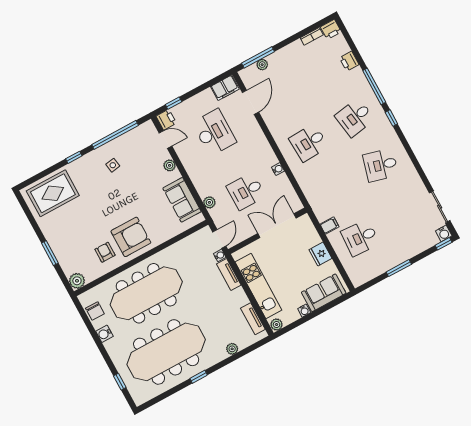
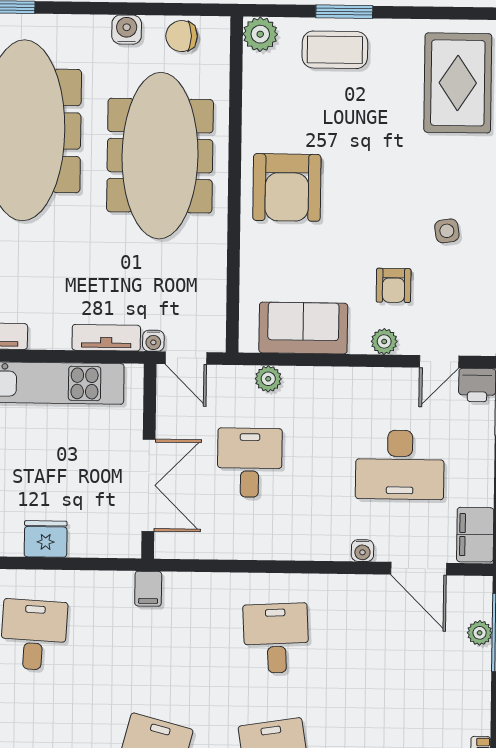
water cooler: (278, 169) -> (362, 551), moved
filing cabinet: (329, 225) -> (148, 589), moved
coffee table: (67, 248) -> (335, 50), added
armchair: (105, 252) -> (394, 285), moved, turned 90

